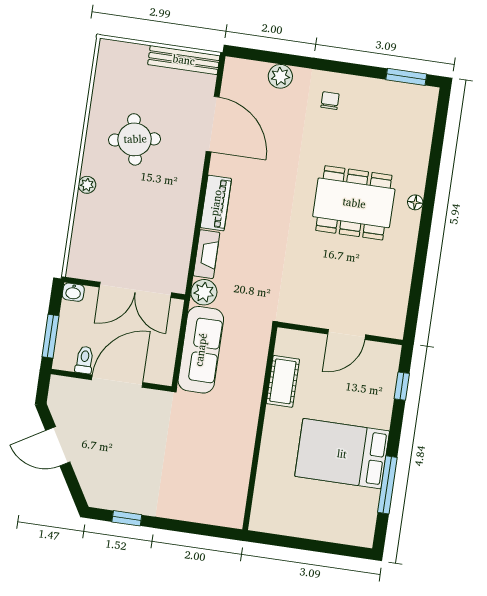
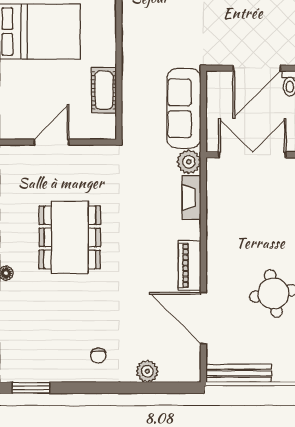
piano: (216, 203) -> (190, 266), moved
dining table: (354, 203) -> (70, 237), moved, turned 90

